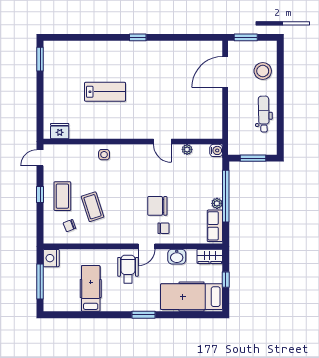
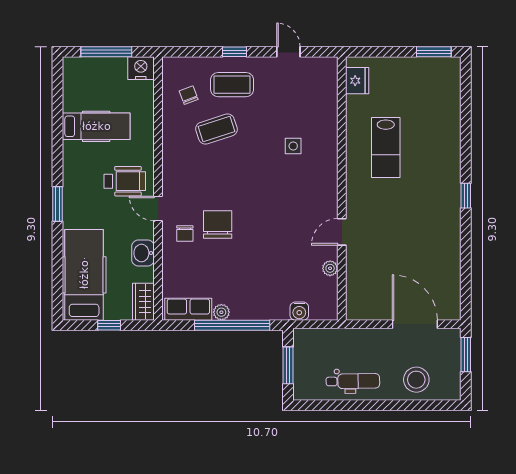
fridge: (60, 131) -> (357, 81), moved
wall: (133, 142) -> (342, 188), moved
door: (162, 142) -> (342, 232), moved
plant: (187, 149) -> (330, 268), moved

